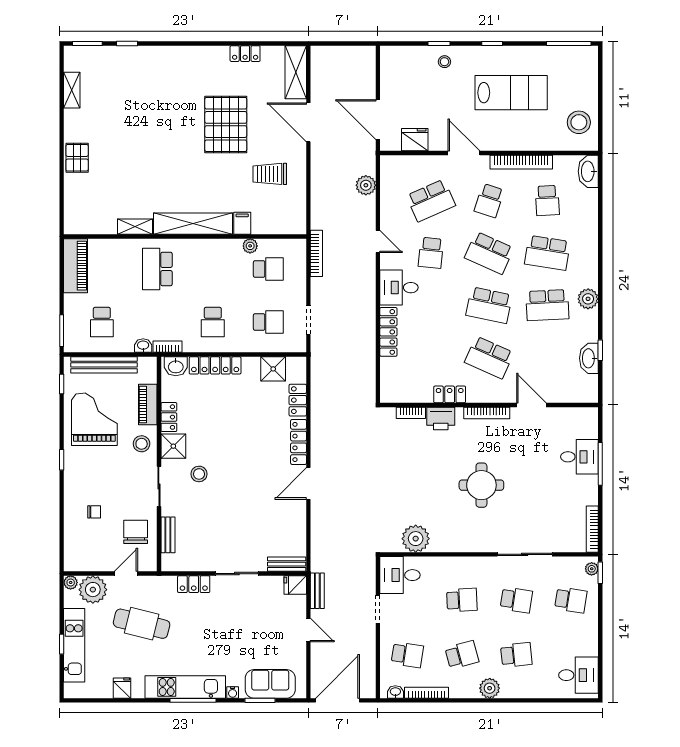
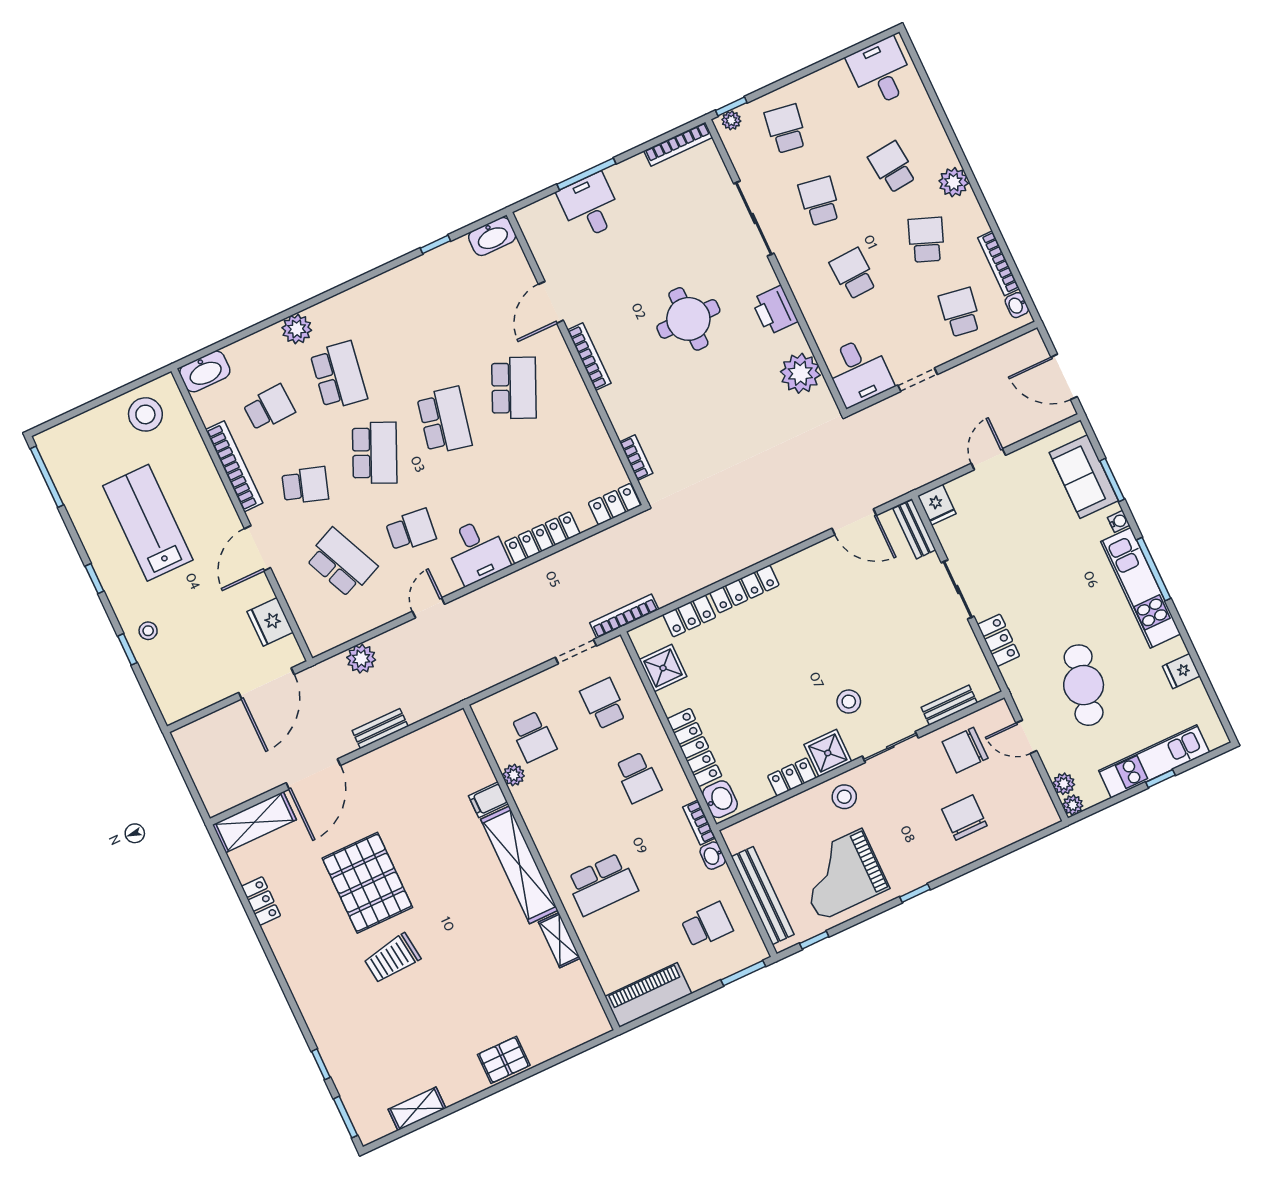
pallet: (226, 125) -> (367, 883), turned 90
trolley: (270, 174) -> (392, 958), moved, turned 83
bookcase: (316, 253) -> (624, 616), moved
school desk: (268, 269) -> (533, 737), turned 180
plant: (588, 299) -> (297, 329), moved
school desk: (547, 305) -> (408, 343), removed
school desk: (213, 322) -> (638, 778), turned 90
washbasin: (589, 358) -> (492, 236), moved
locker: (450, 394) -> (614, 504), moved, turned 90
piano: (148, 405) -> (788, 813), removed
printer: (441, 419) -> (775, 310), moved, turned 180
door: (308, 484) -> (854, 522), moved
chair: (94, 512) -> (964, 818), width x1.87, depth x1.87
plant: (93, 590) -> (1064, 784), width x0.53, depth x0.53
bench: (317, 591) -> (380, 728), moved
school desk: (462, 655) -> (926, 240), turned 36
door: (337, 700) -> (1064, 377), width x0.73

